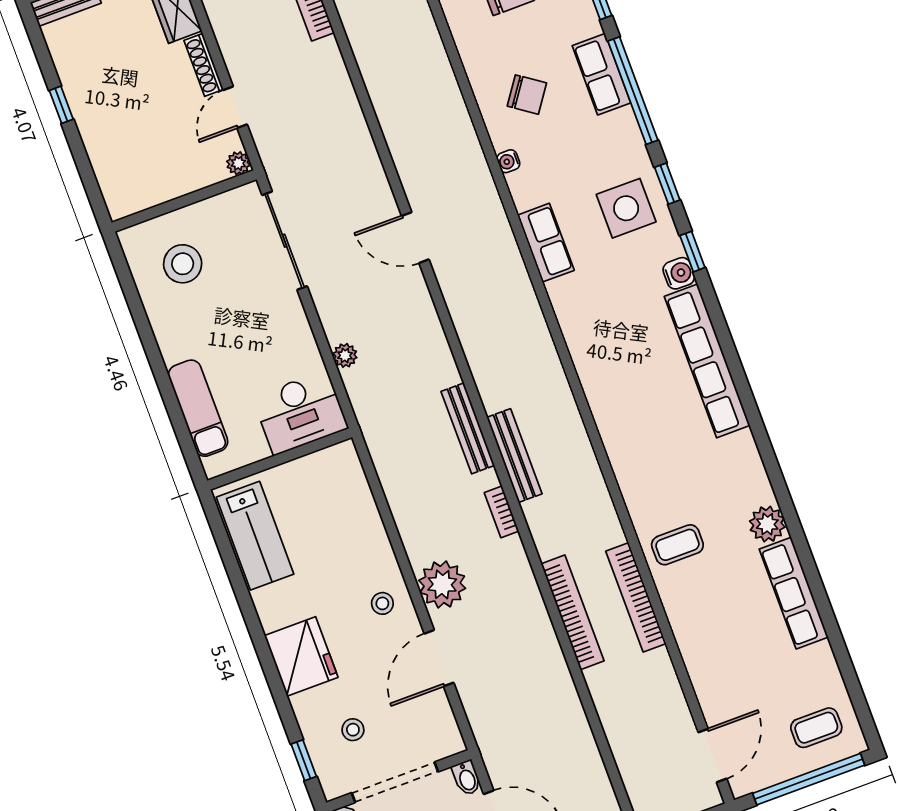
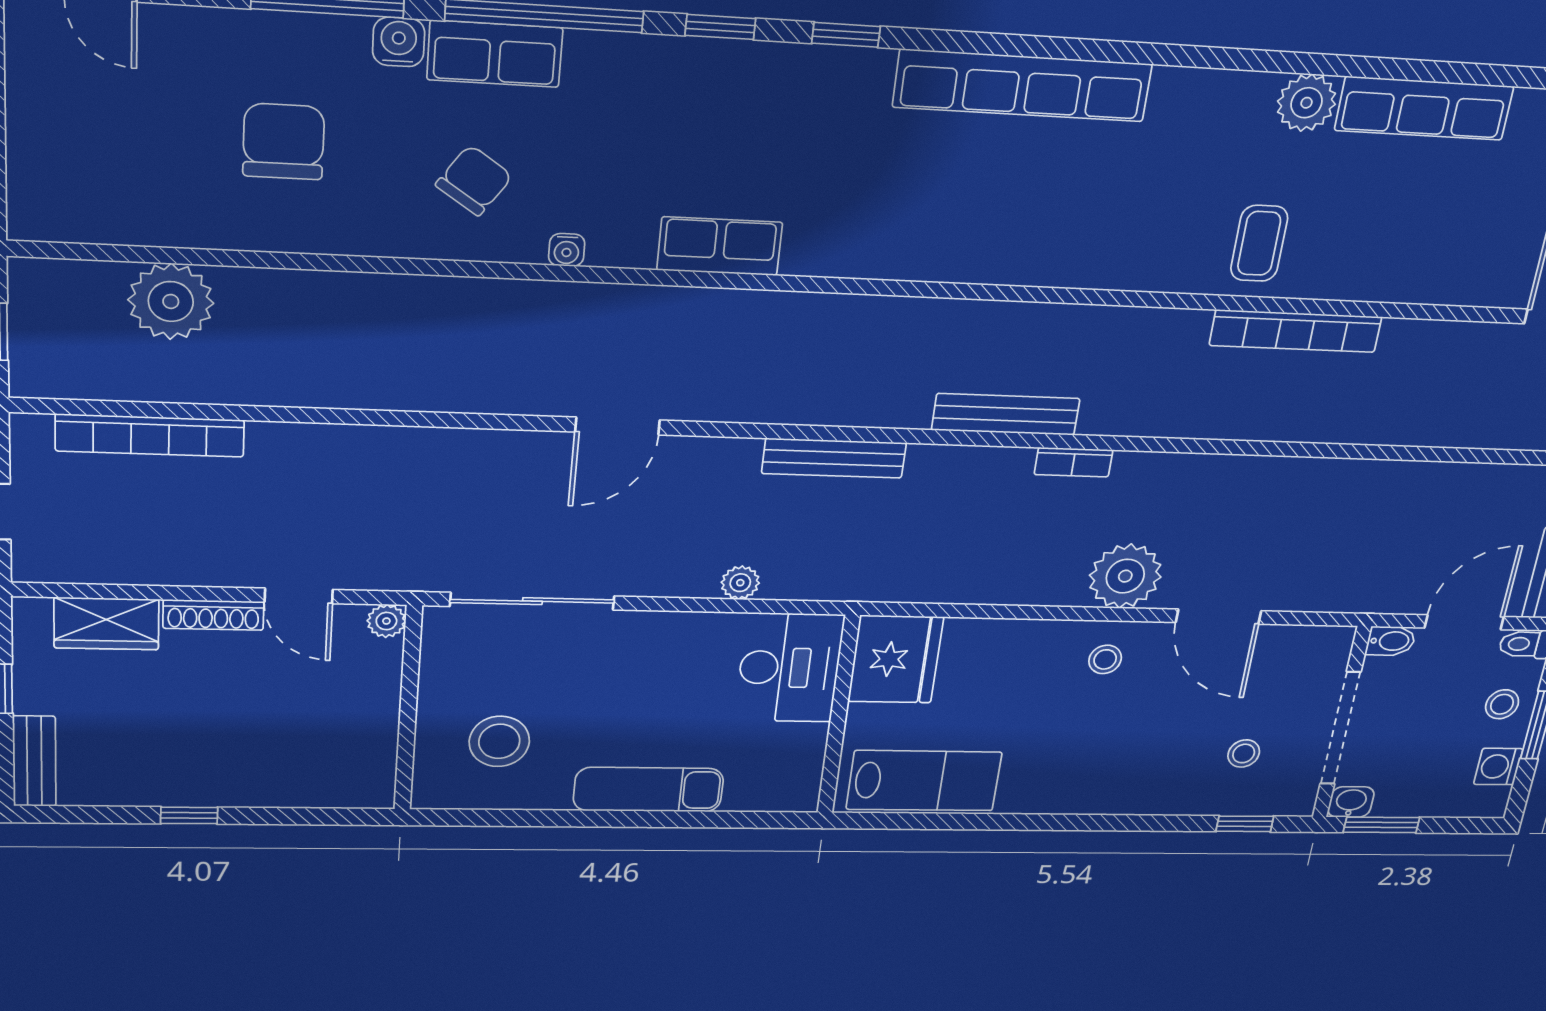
side table: (626, 208) -> (727, 106), removed
water cooler: (679, 273) -> (399, 42), moved
exam couch: (198, 408) -> (648, 790), moved
bench: (468, 428) -> (834, 458), moved
bookcase: (573, 612) -> (1264, 424), removed
fridge: (301, 656) -> (896, 659), moved, turned 90

